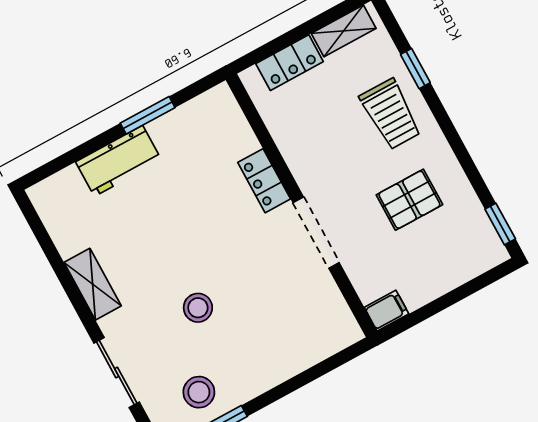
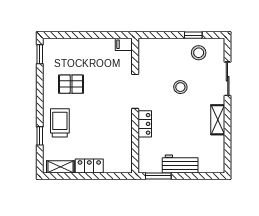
locker: (264, 181) -> (145, 124), moved
wall: (301, 206) -> (135, 106), moved
doorway: (316, 233) -> (135, 91), moved
filing cabinet: (387, 311) -> (124, 44), moved

